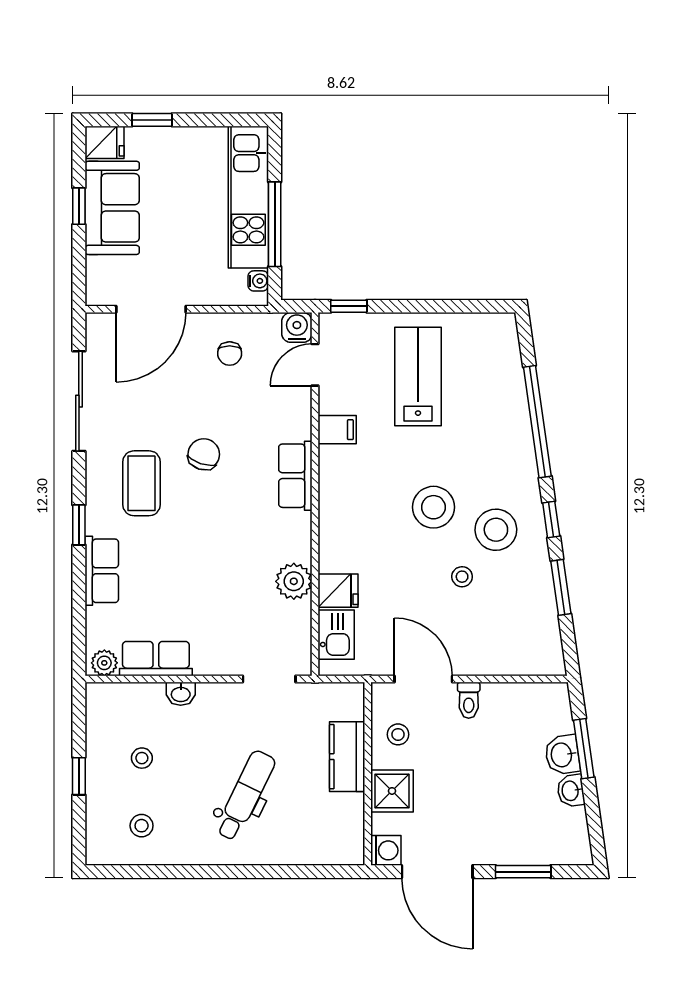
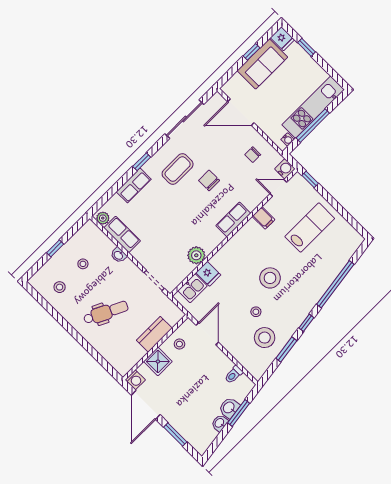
chair: (204, 454) -> (209, 180), turned -108
stool: (496, 530) -> (265, 338), moved
toilet: (469, 700) -> (234, 375), moved

